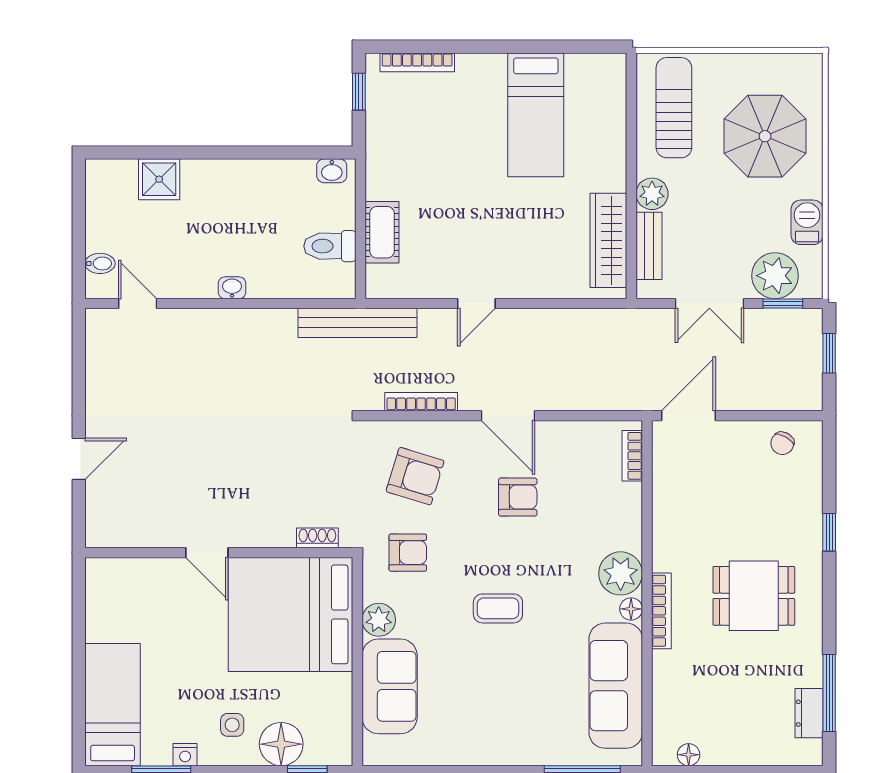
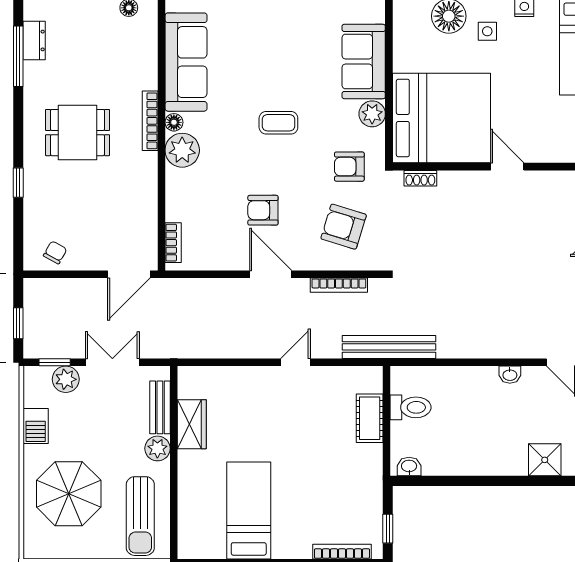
wardrobe: (608, 240) -> (192, 424), width x0.67
plant: (775, 276) -> (66, 379), width x0.73, depth x0.73
washbasin: (232, 288) -> (510, 375), moved

